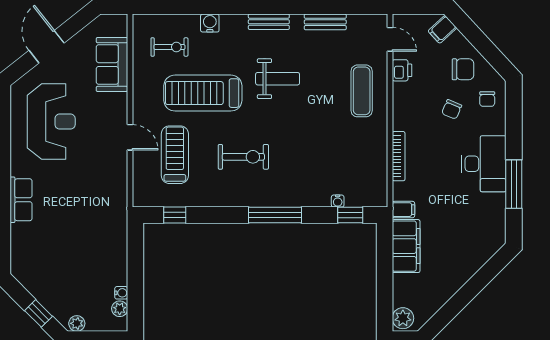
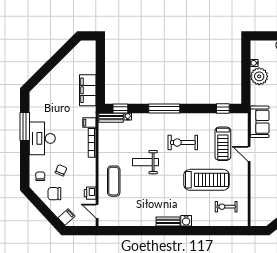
bench: (325, 22) -> (111, 118), moved
water cooler: (210, 23) -> (186, 221), moved
sofa: (112, 65) -> (260, 122), moved
weight bench: (278, 79) -> (145, 162), moved
filing cabinet: (403, 210) -> (89, 123), moved
plant: (120, 309) -> (259, 76), moved, width x1.87, depth x1.87
plant: (403, 318) -> (90, 48), removed

